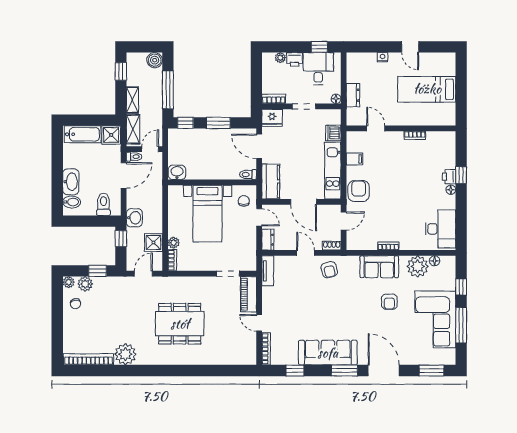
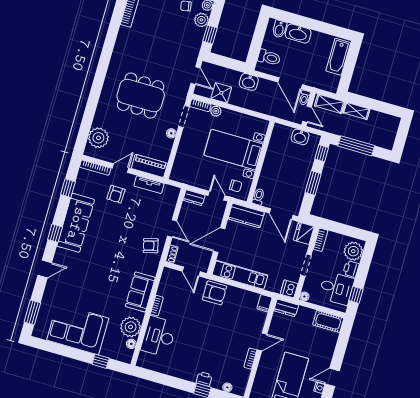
nightstand: (383, 57) -> (319, 388), moved
plant: (280, 58) -> (353, 251), width x1.88, depth x1.88
boiler: (155, 60) -> (387, 142), removed
cot: (354, 67) -> (328, 321), added
window: (121, 71) -> (385, 108), removed
dresser: (353, 95) -> (286, 308), moved
door: (376, 128) -> (262, 342), moved
dishwasher: (333, 133) -> (289, 289), moved, turned -90
shower: (111, 135) -> (330, 82), removed
door: (259, 146) -> (281, 214), swing flipped
filing cabinet: (354, 159) -> (265, 303), moved
washbasin: (177, 172) -> (300, 137), moved, turned 90
floor lamp: (451, 190) -> (227, 387), moved
door: (259, 217) -> (217, 196), swing flipped
desk: (441, 229) -> (159, 336), moved, turned 90
window: (121, 239) -> (233, 64), removed
door: (306, 253) -> (172, 229), hinge flipped
tv unit: (268, 271) -> (149, 185), moved
doorway: (228, 274) -> (184, 116), moved
floor lamp: (209, 281) -> (171, 133), added
armchair: (389, 302) -> (116, 194), moved, turned -88
dining table: (180, 324) -> (141, 96), turned 90
window: (461, 325) -> (66, 351), removed
plant: (125, 354) -> (98, 138), moved
window: (344, 371) -> (55, 233), width x0.67
door: (384, 371) -> (45, 269), width x0.53

